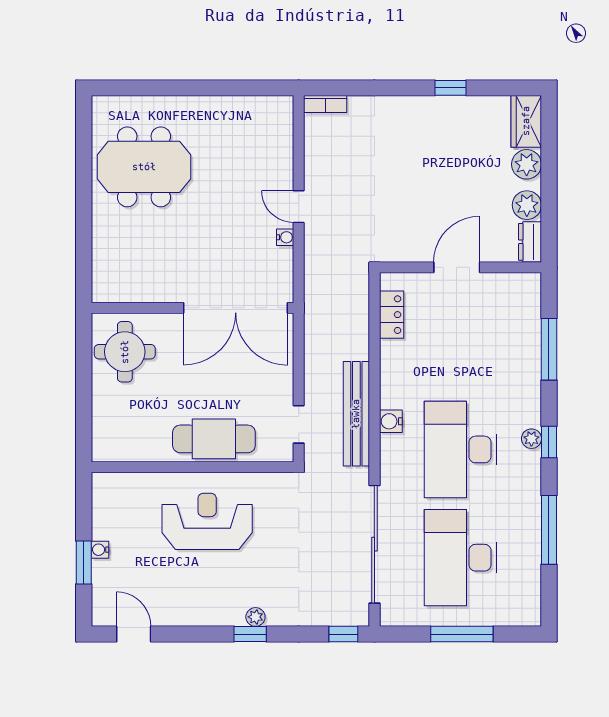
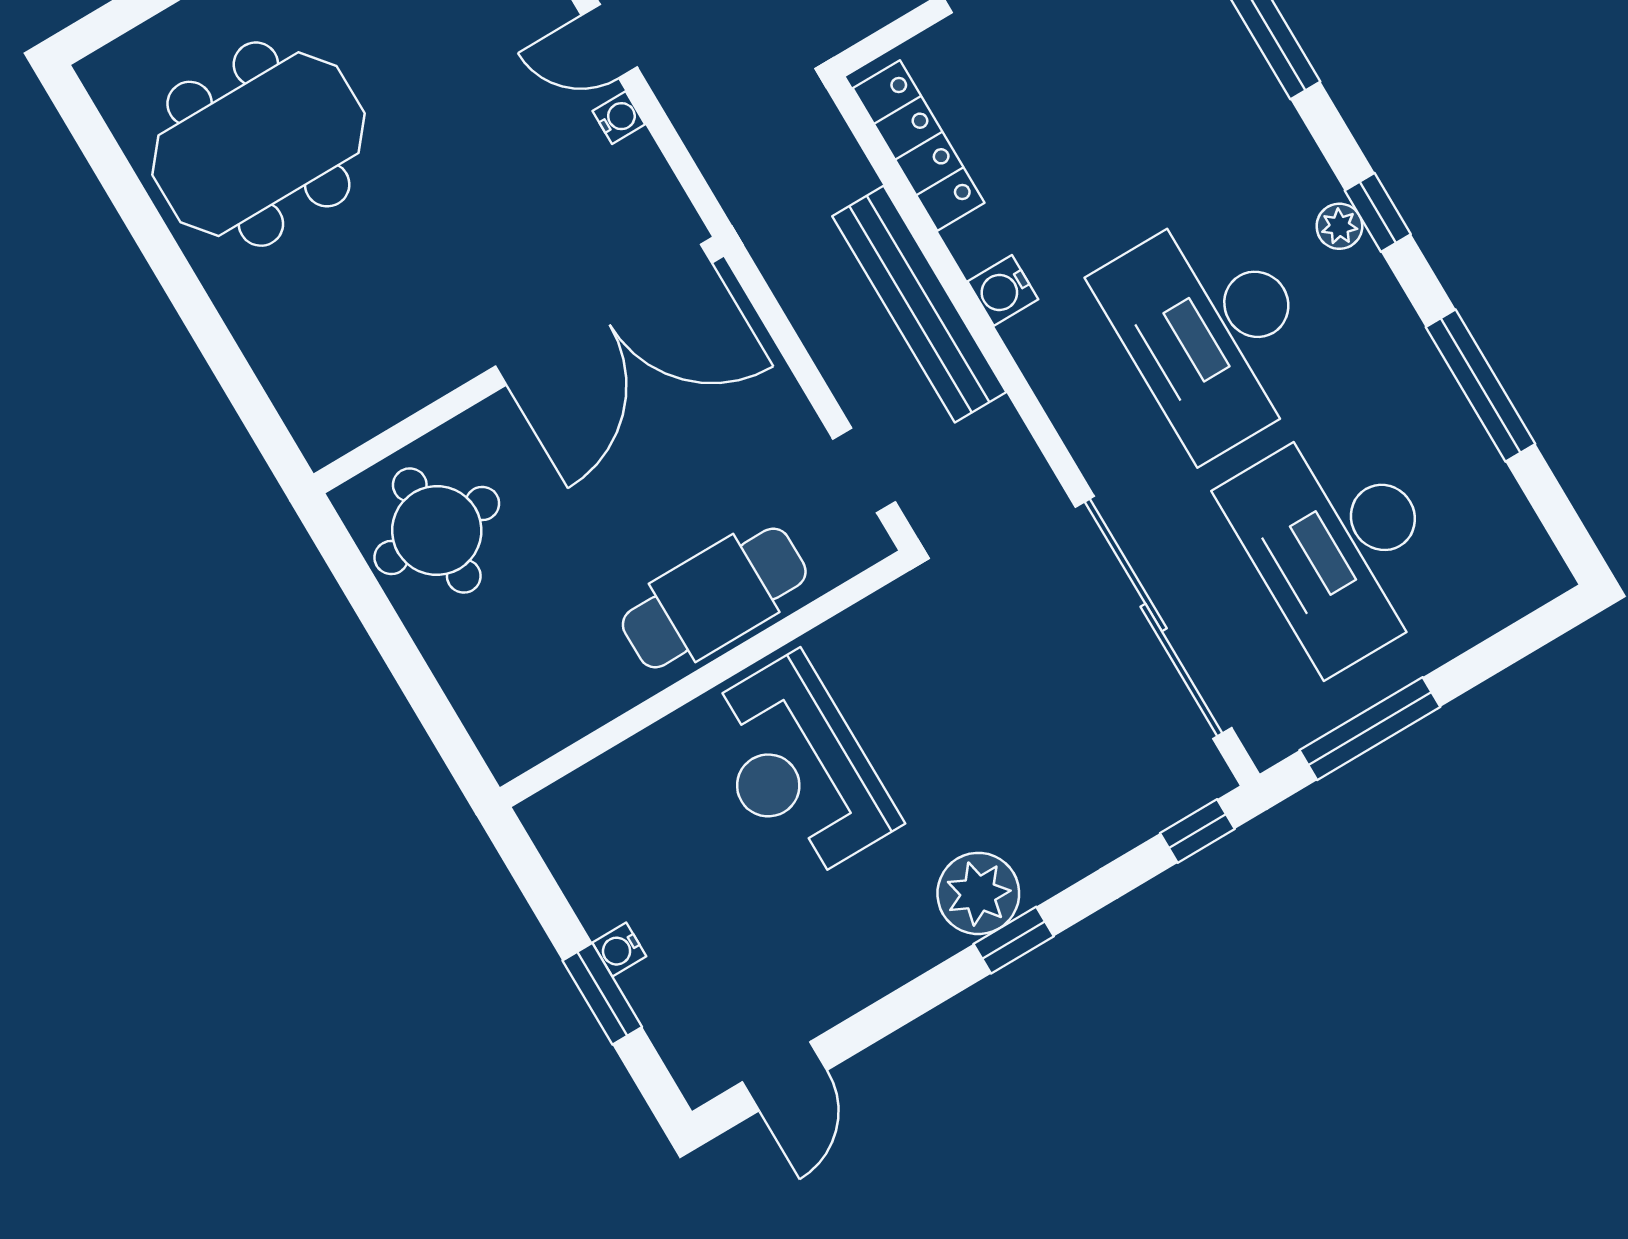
locker: (392, 315) -> (919, 146), width x1.53
bench: (356, 414) -> (919, 304), moved
water cooler: (391, 421) -> (1003, 290), moved
reception desk: (207, 521) -> (797, 768), turned -90
plant: (255, 617) -> (978, 893), width x1.88, depth x1.88
door: (134, 634) -> (784, 1076), swing flipped
window: (462, 634) -> (1370, 729), moved

